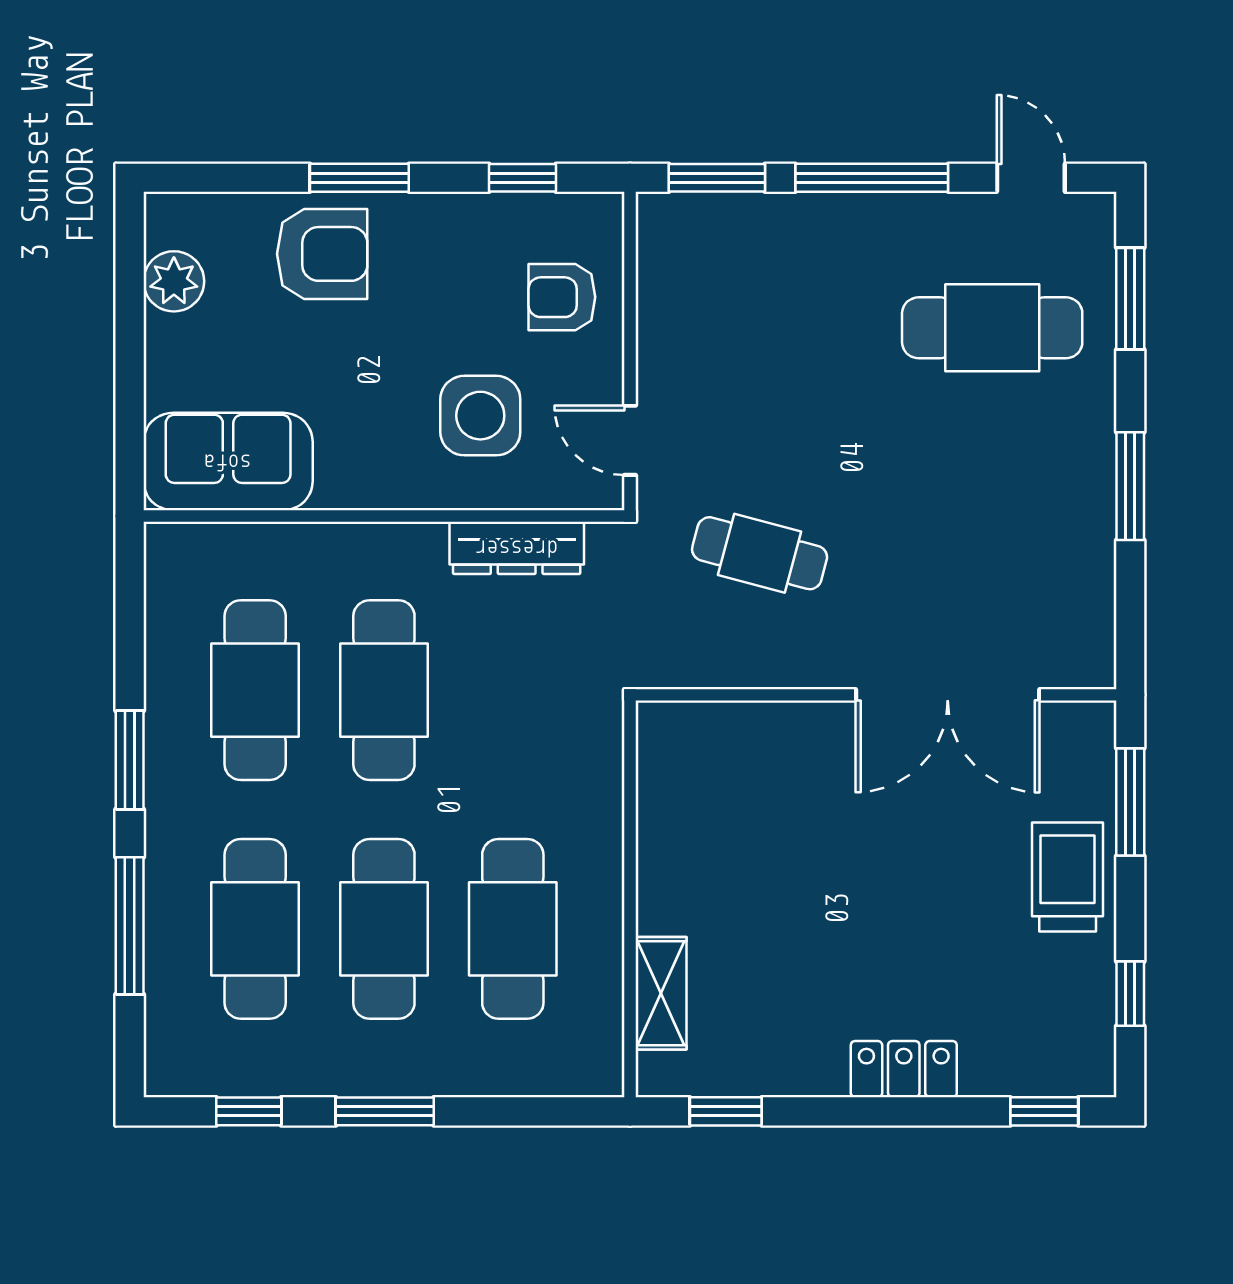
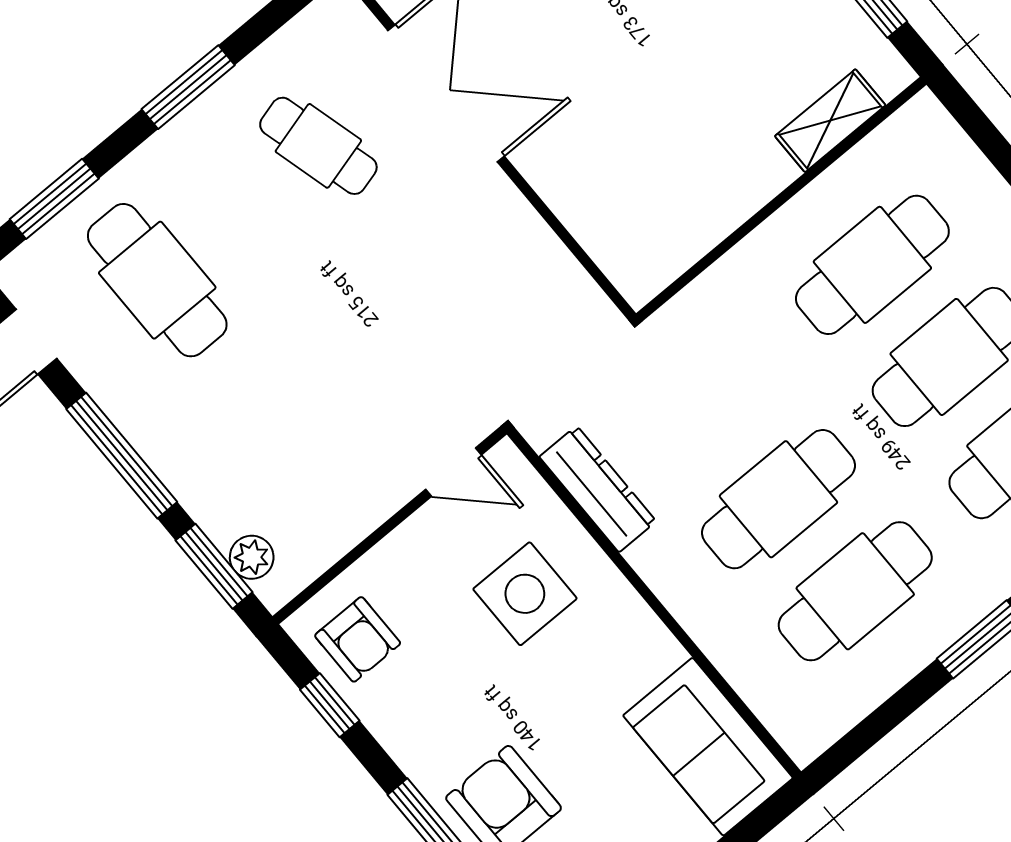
plant: (698, 215) -> (252, 557), added
armchair: (562, 297) -> (358, 639), moved
door: (630, 440) -> (454, 472), hinge flipped
cafe table: (760, 553) -> (318, 146), moved, turned -30

